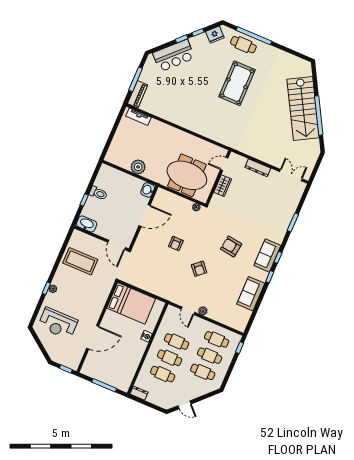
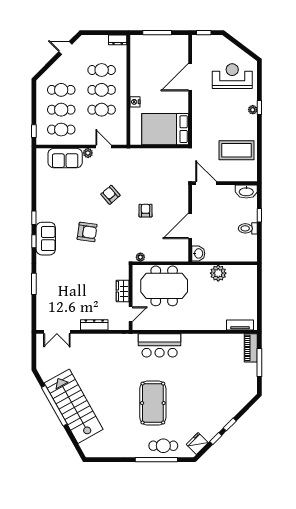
bar counter: (174, 56) -> (160, 345), moved, turned -135
sofa: (251, 294) -> (65, 158), moved, turned 90

